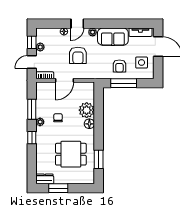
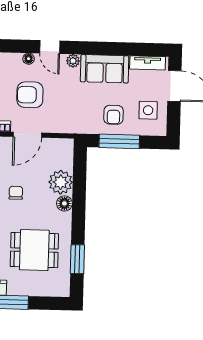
door: (77, 24) -> (50, 47), hinge flipped
armchair: (78, 55) -> (30, 95), moved, turned 90

